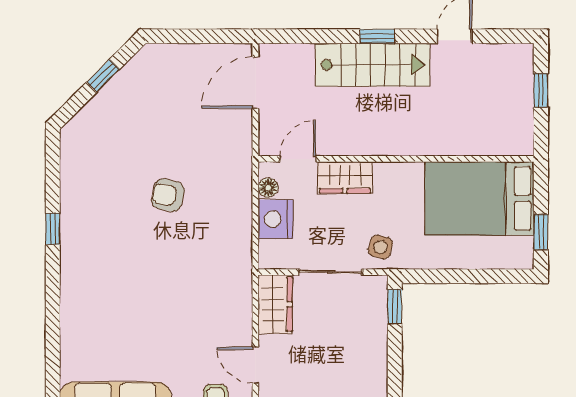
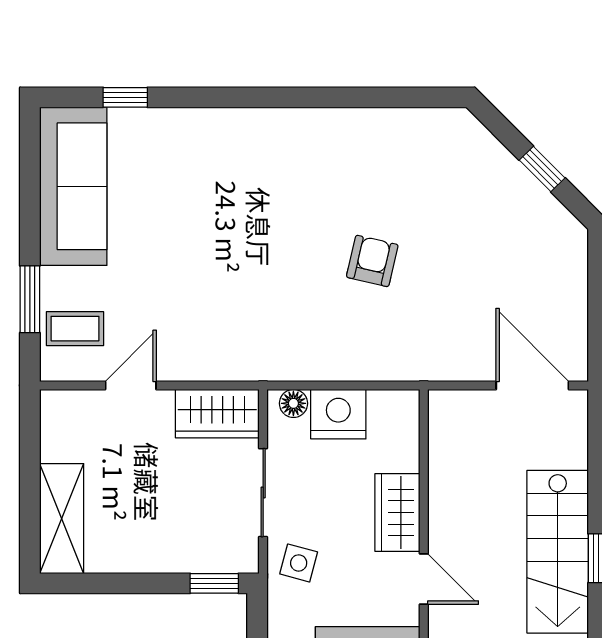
door: (298, 159) -> (424, 579), moved
floor lamp: (268, 188) -> (293, 403), moved
window: (53, 229) -> (125, 97), moved

